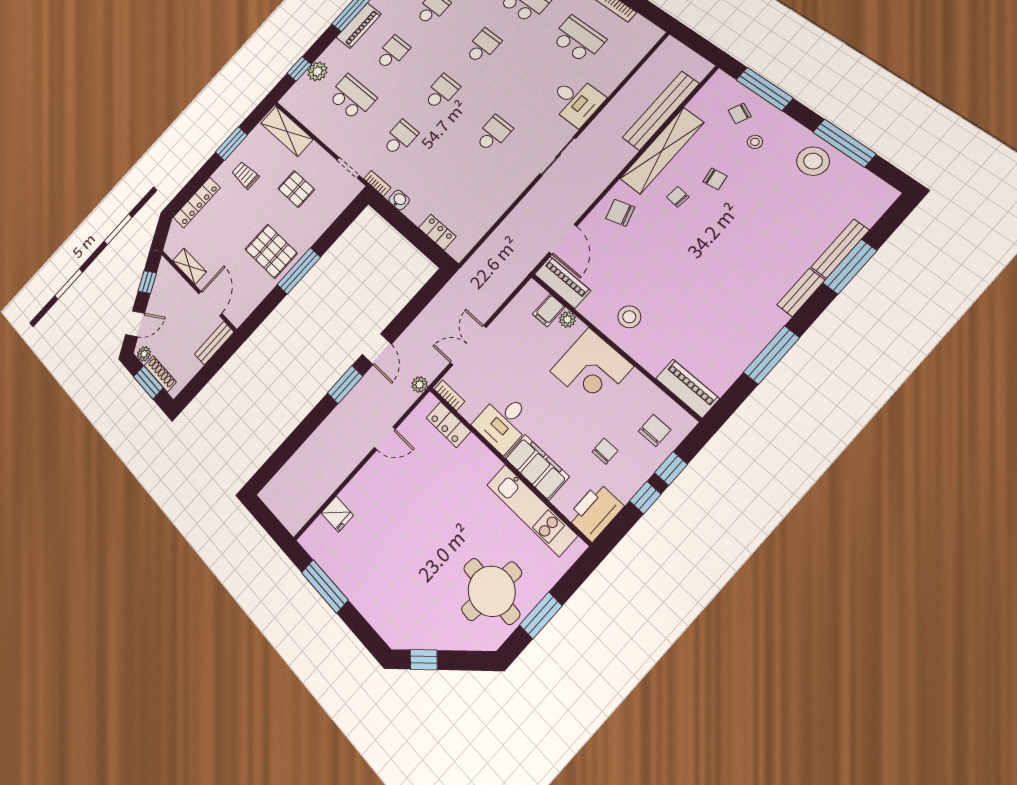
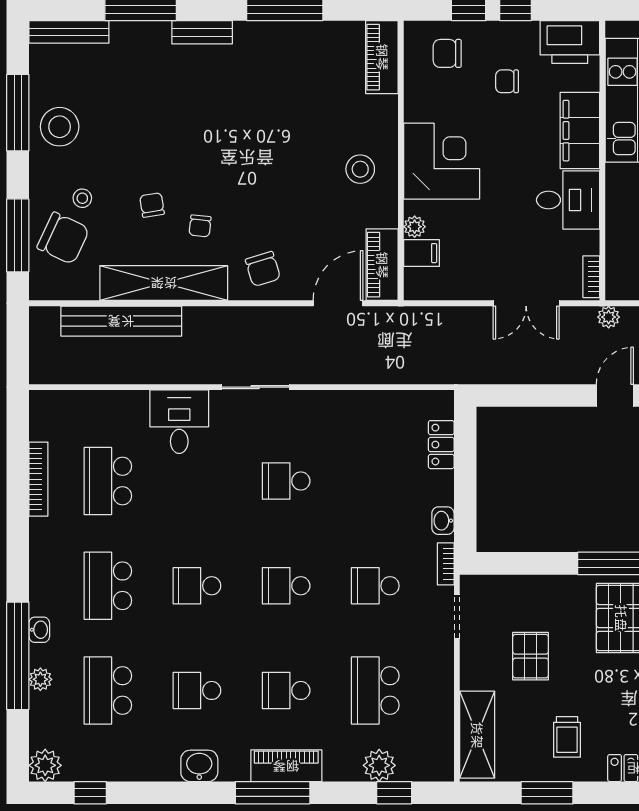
chair: (740, 113) -> (63, 238), width x1.87, depth x1.87
bench: (840, 249) -> (69, 32), moved
locker: (448, 425) -> (619, 252), removed

